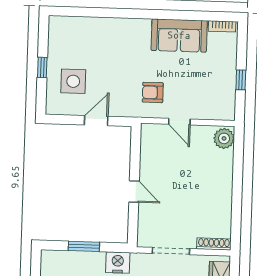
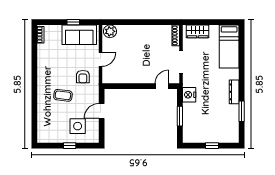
sofa: (179, 35) -> (79, 35), moved, turned 90
coffee table: (124, 59) -> (63, 95), added
door: (96, 121) -> (102, 111), hinge flipped
door: (134, 192) -> (162, 86), moved

